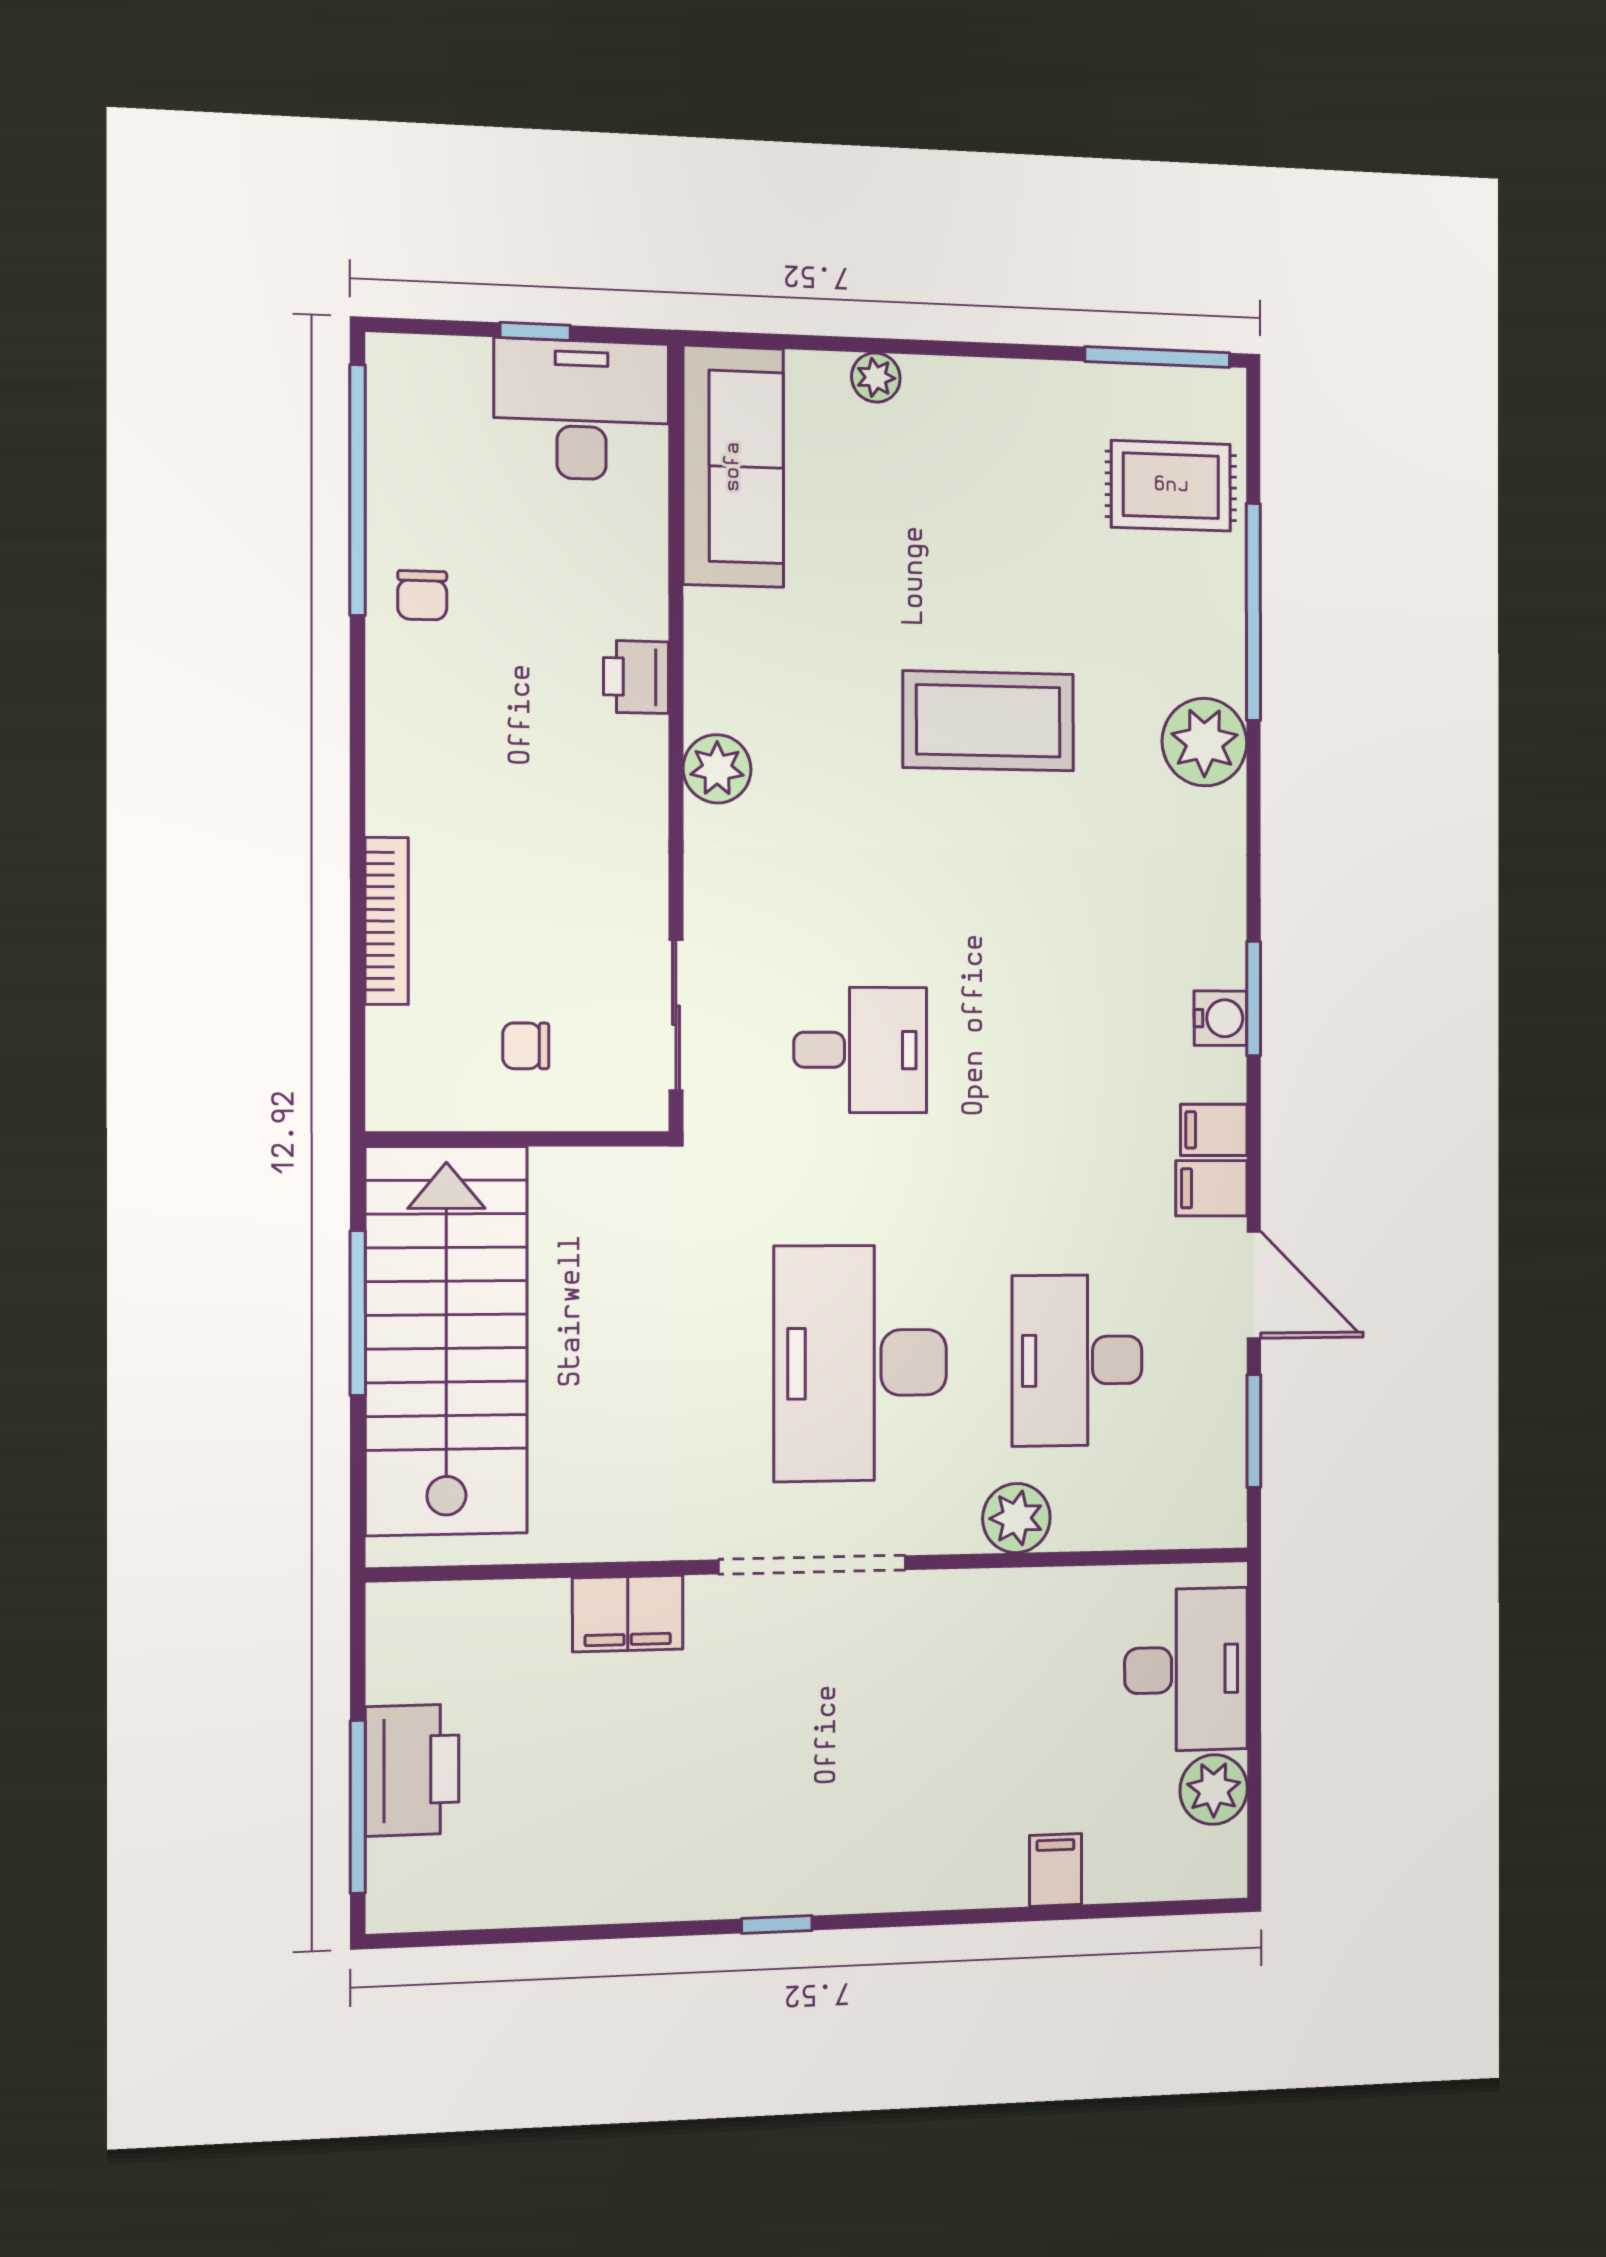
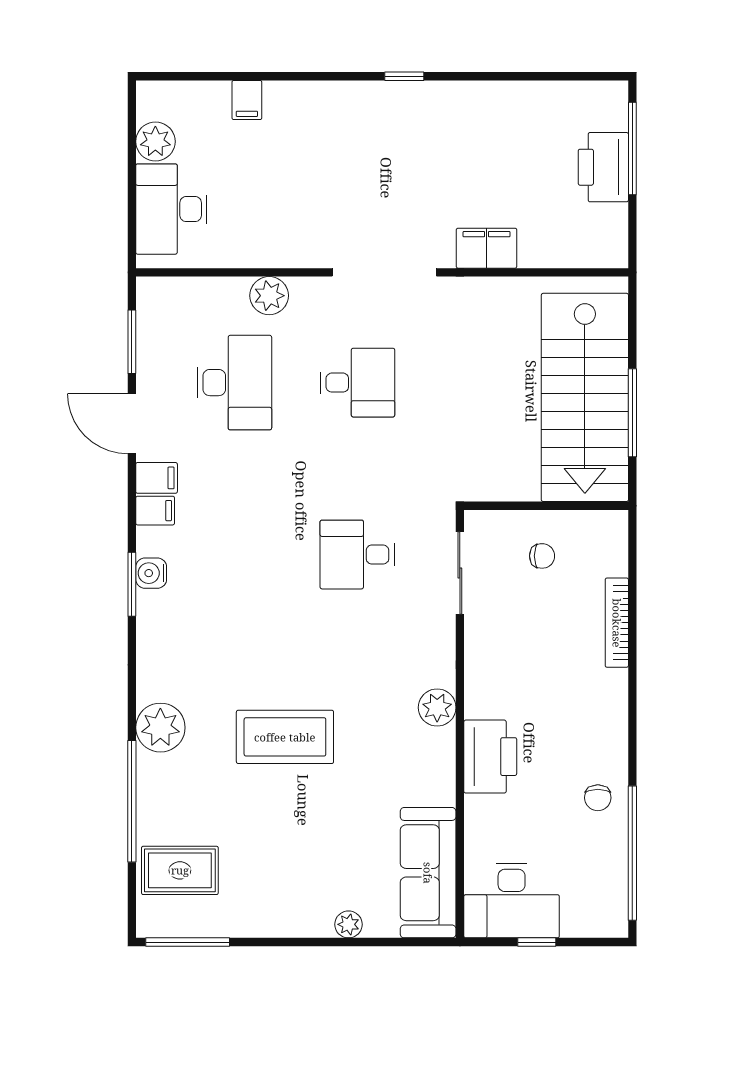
chair: (422, 595) -> (598, 798), turned 180
printer: (636, 677) -> (490, 757), width x1.87, depth x1.48
desk: (860, 1363) -> (357, 383), width x0.53, depth x0.77

